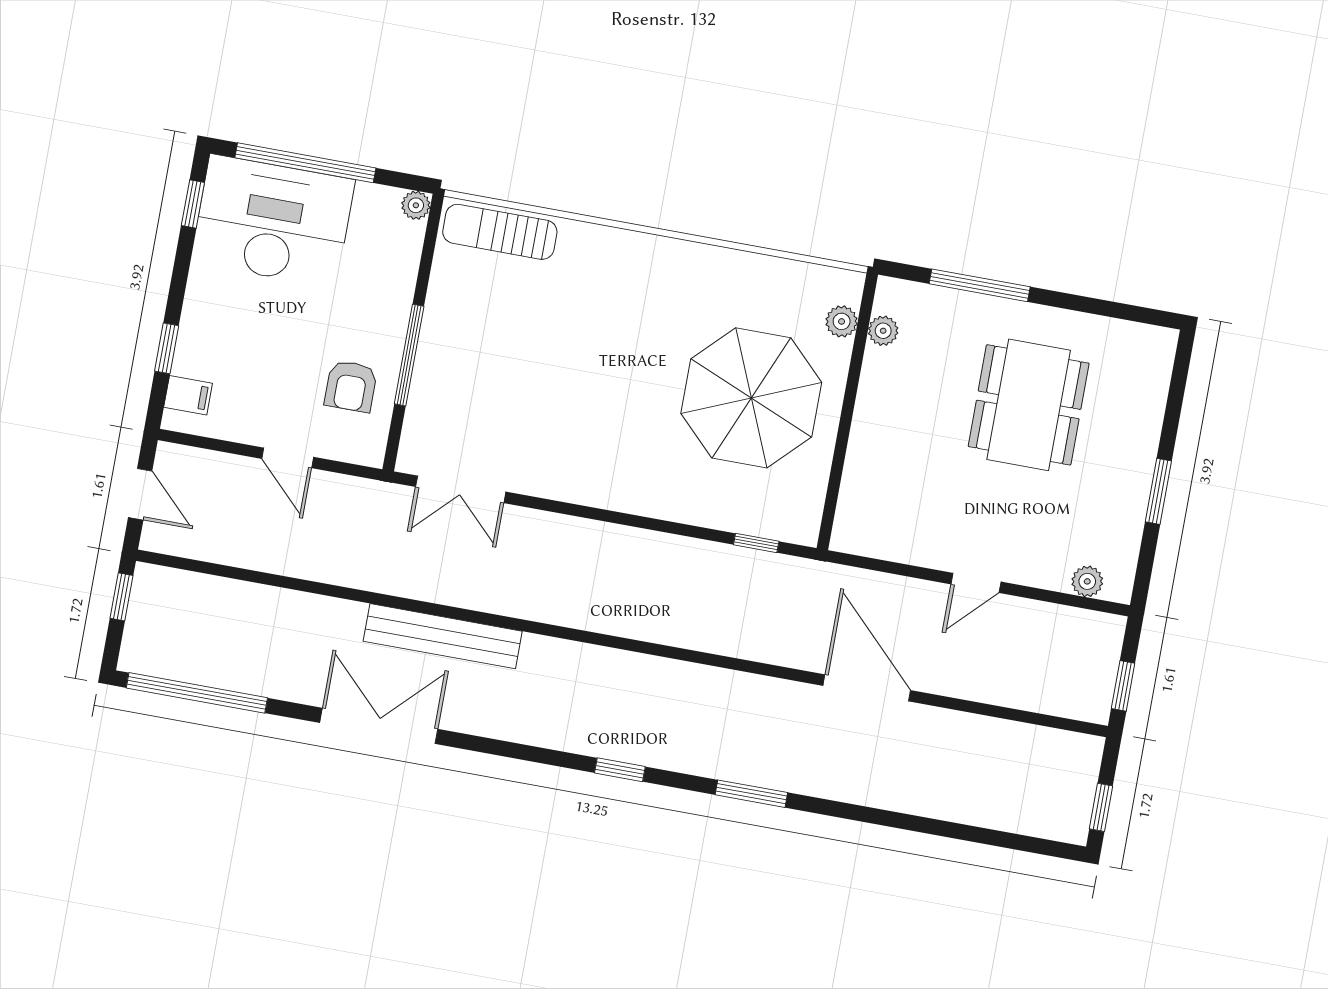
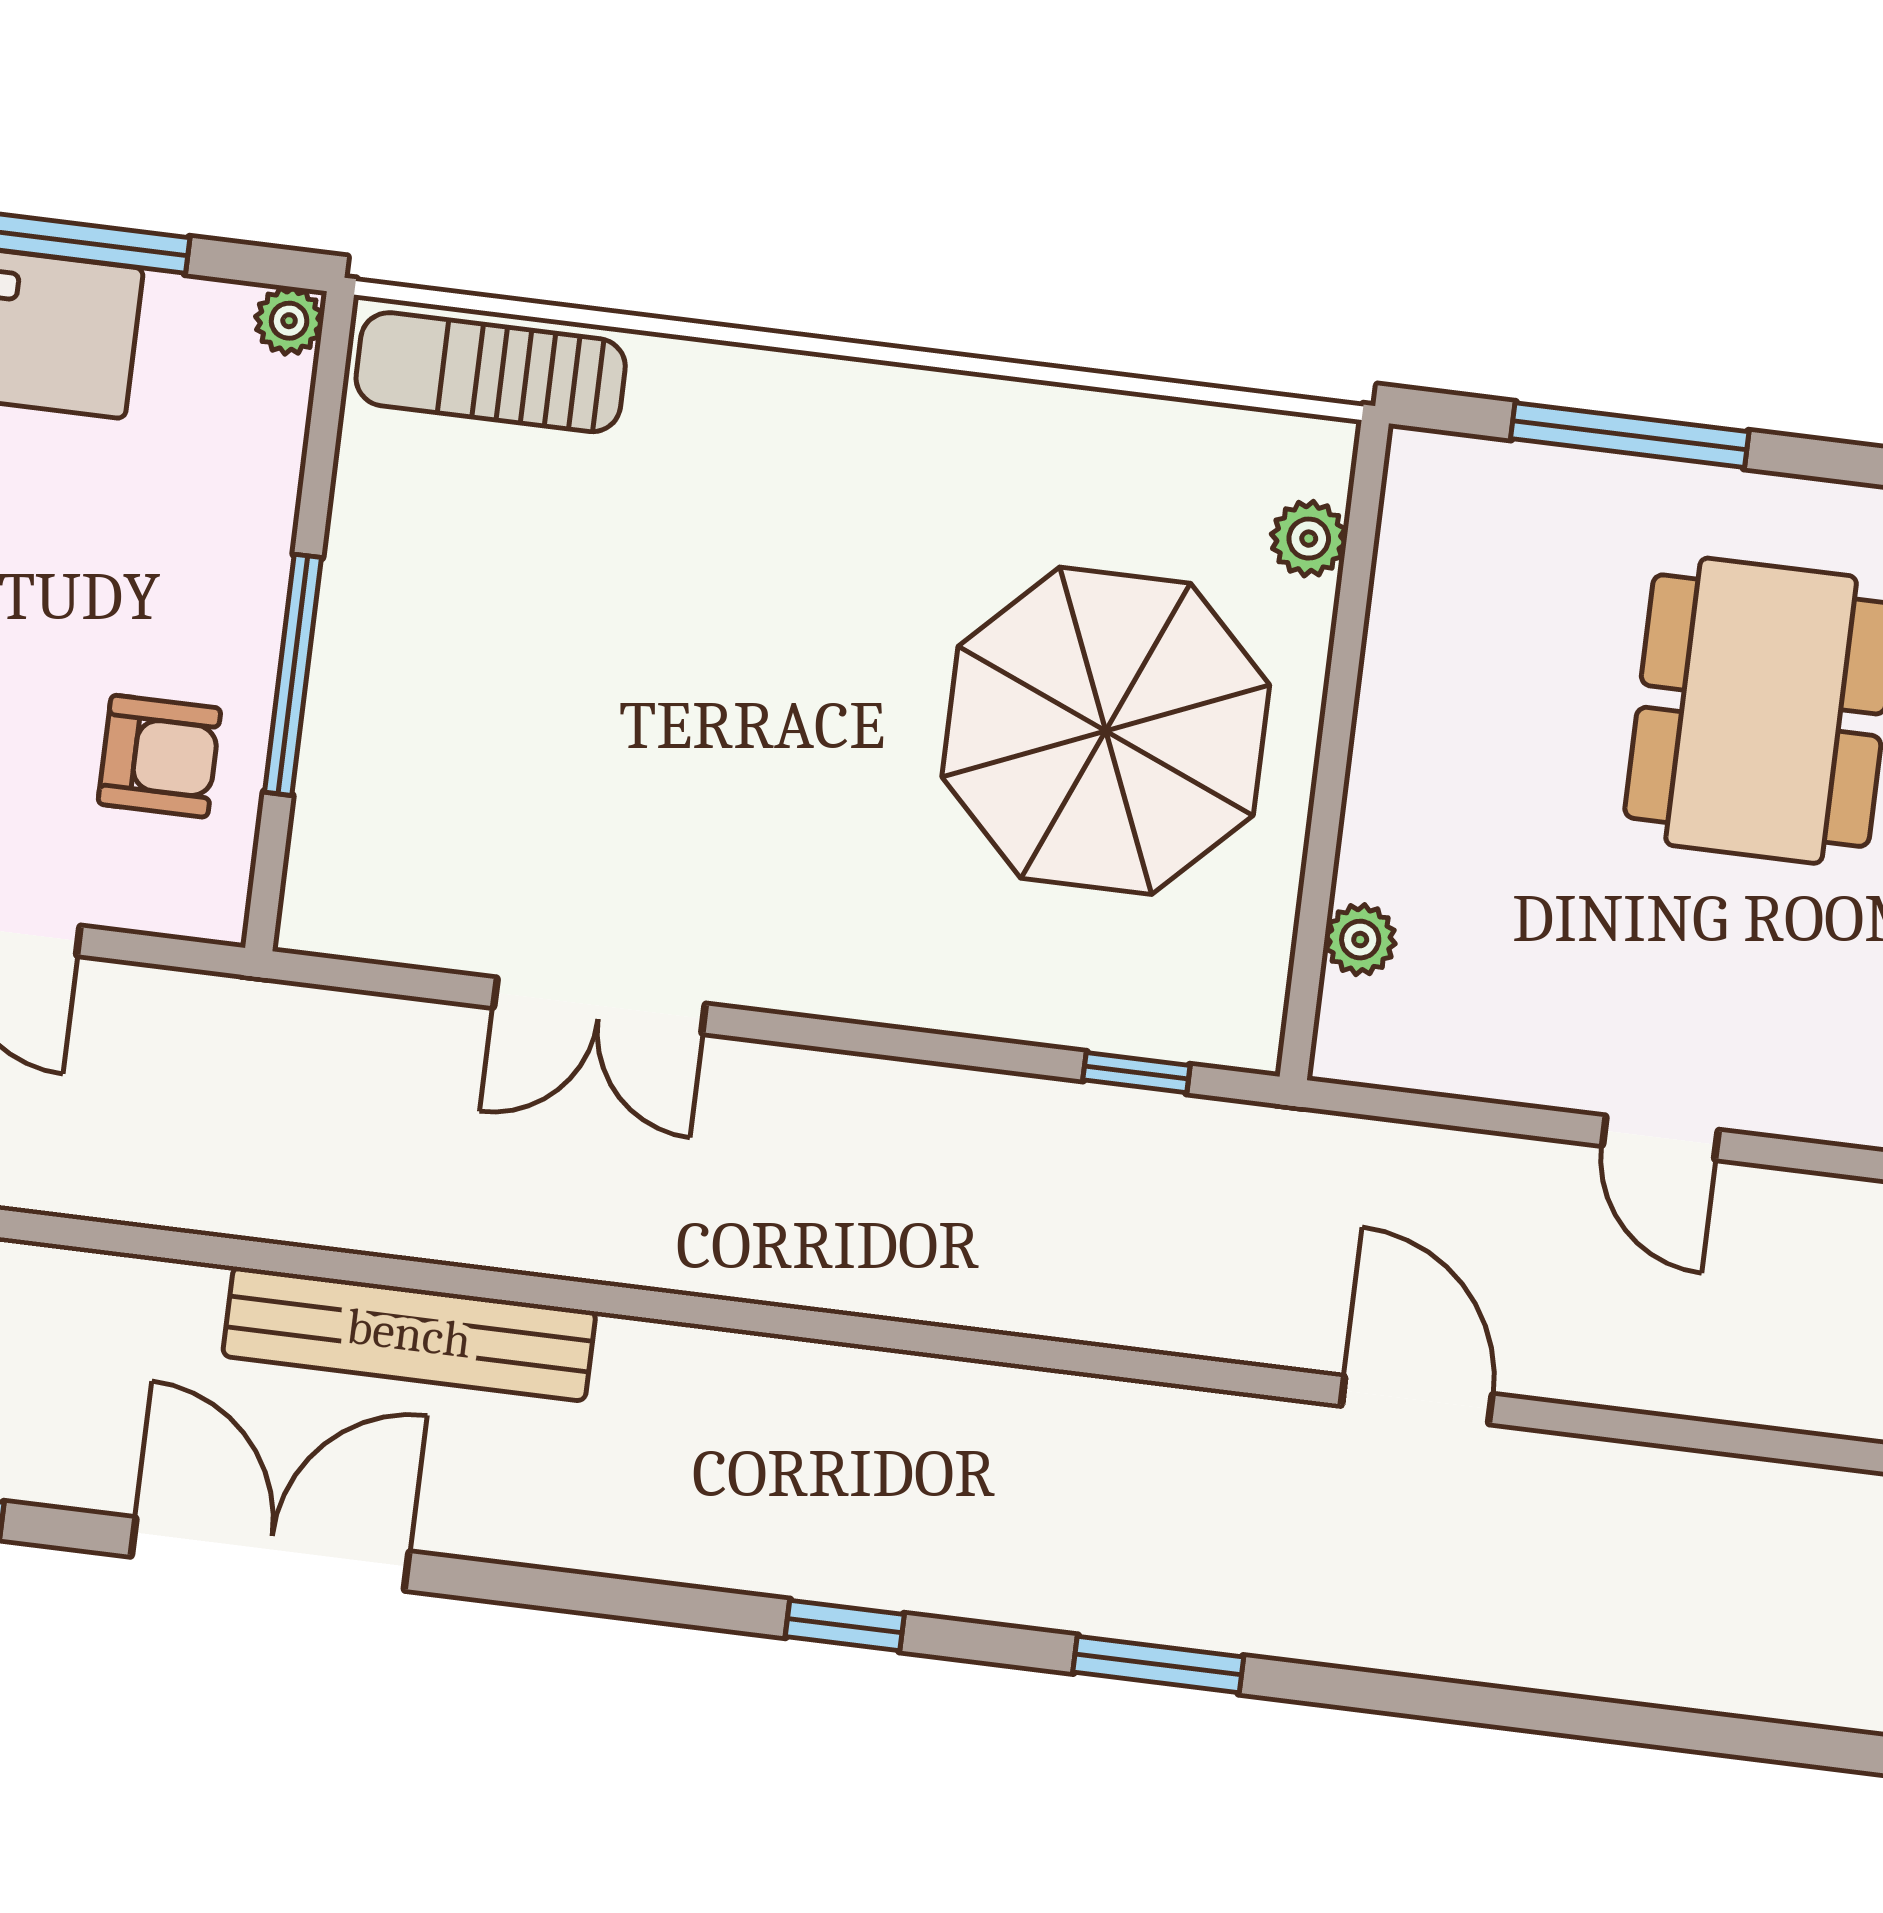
plant: (883, 331) -> (1360, 940), moved
armchair: (351, 386) -> (159, 756), turned -90
double door: (461, 489) -> (599, 1006), moved
door: (976, 583) -> (1660, 1138), hinge flipped
door: (867, 688) -> (1417, 1400), width x0.73

